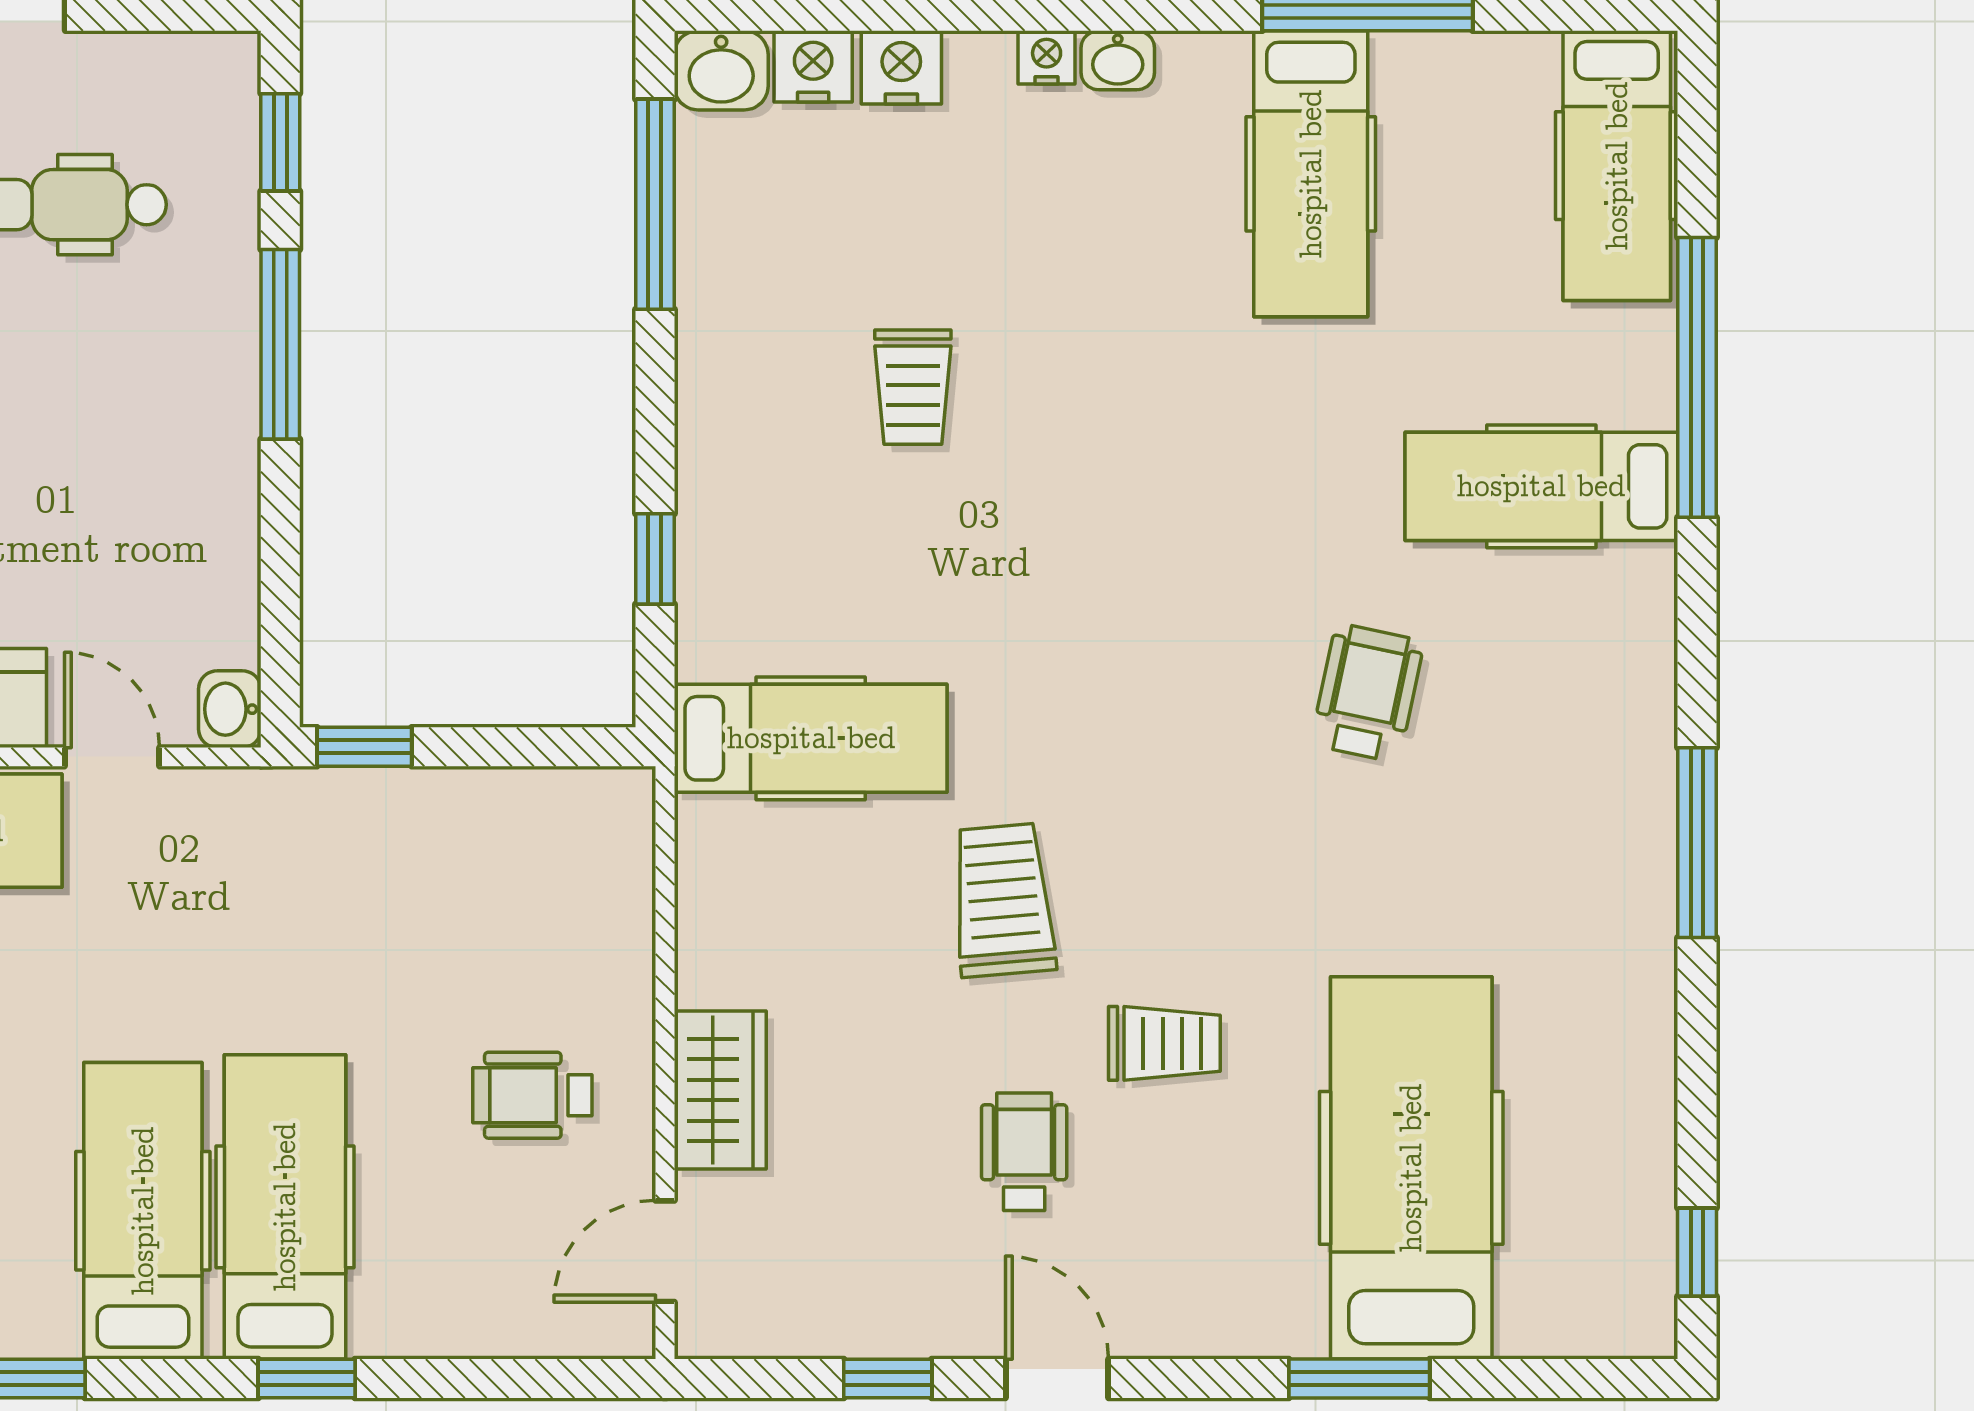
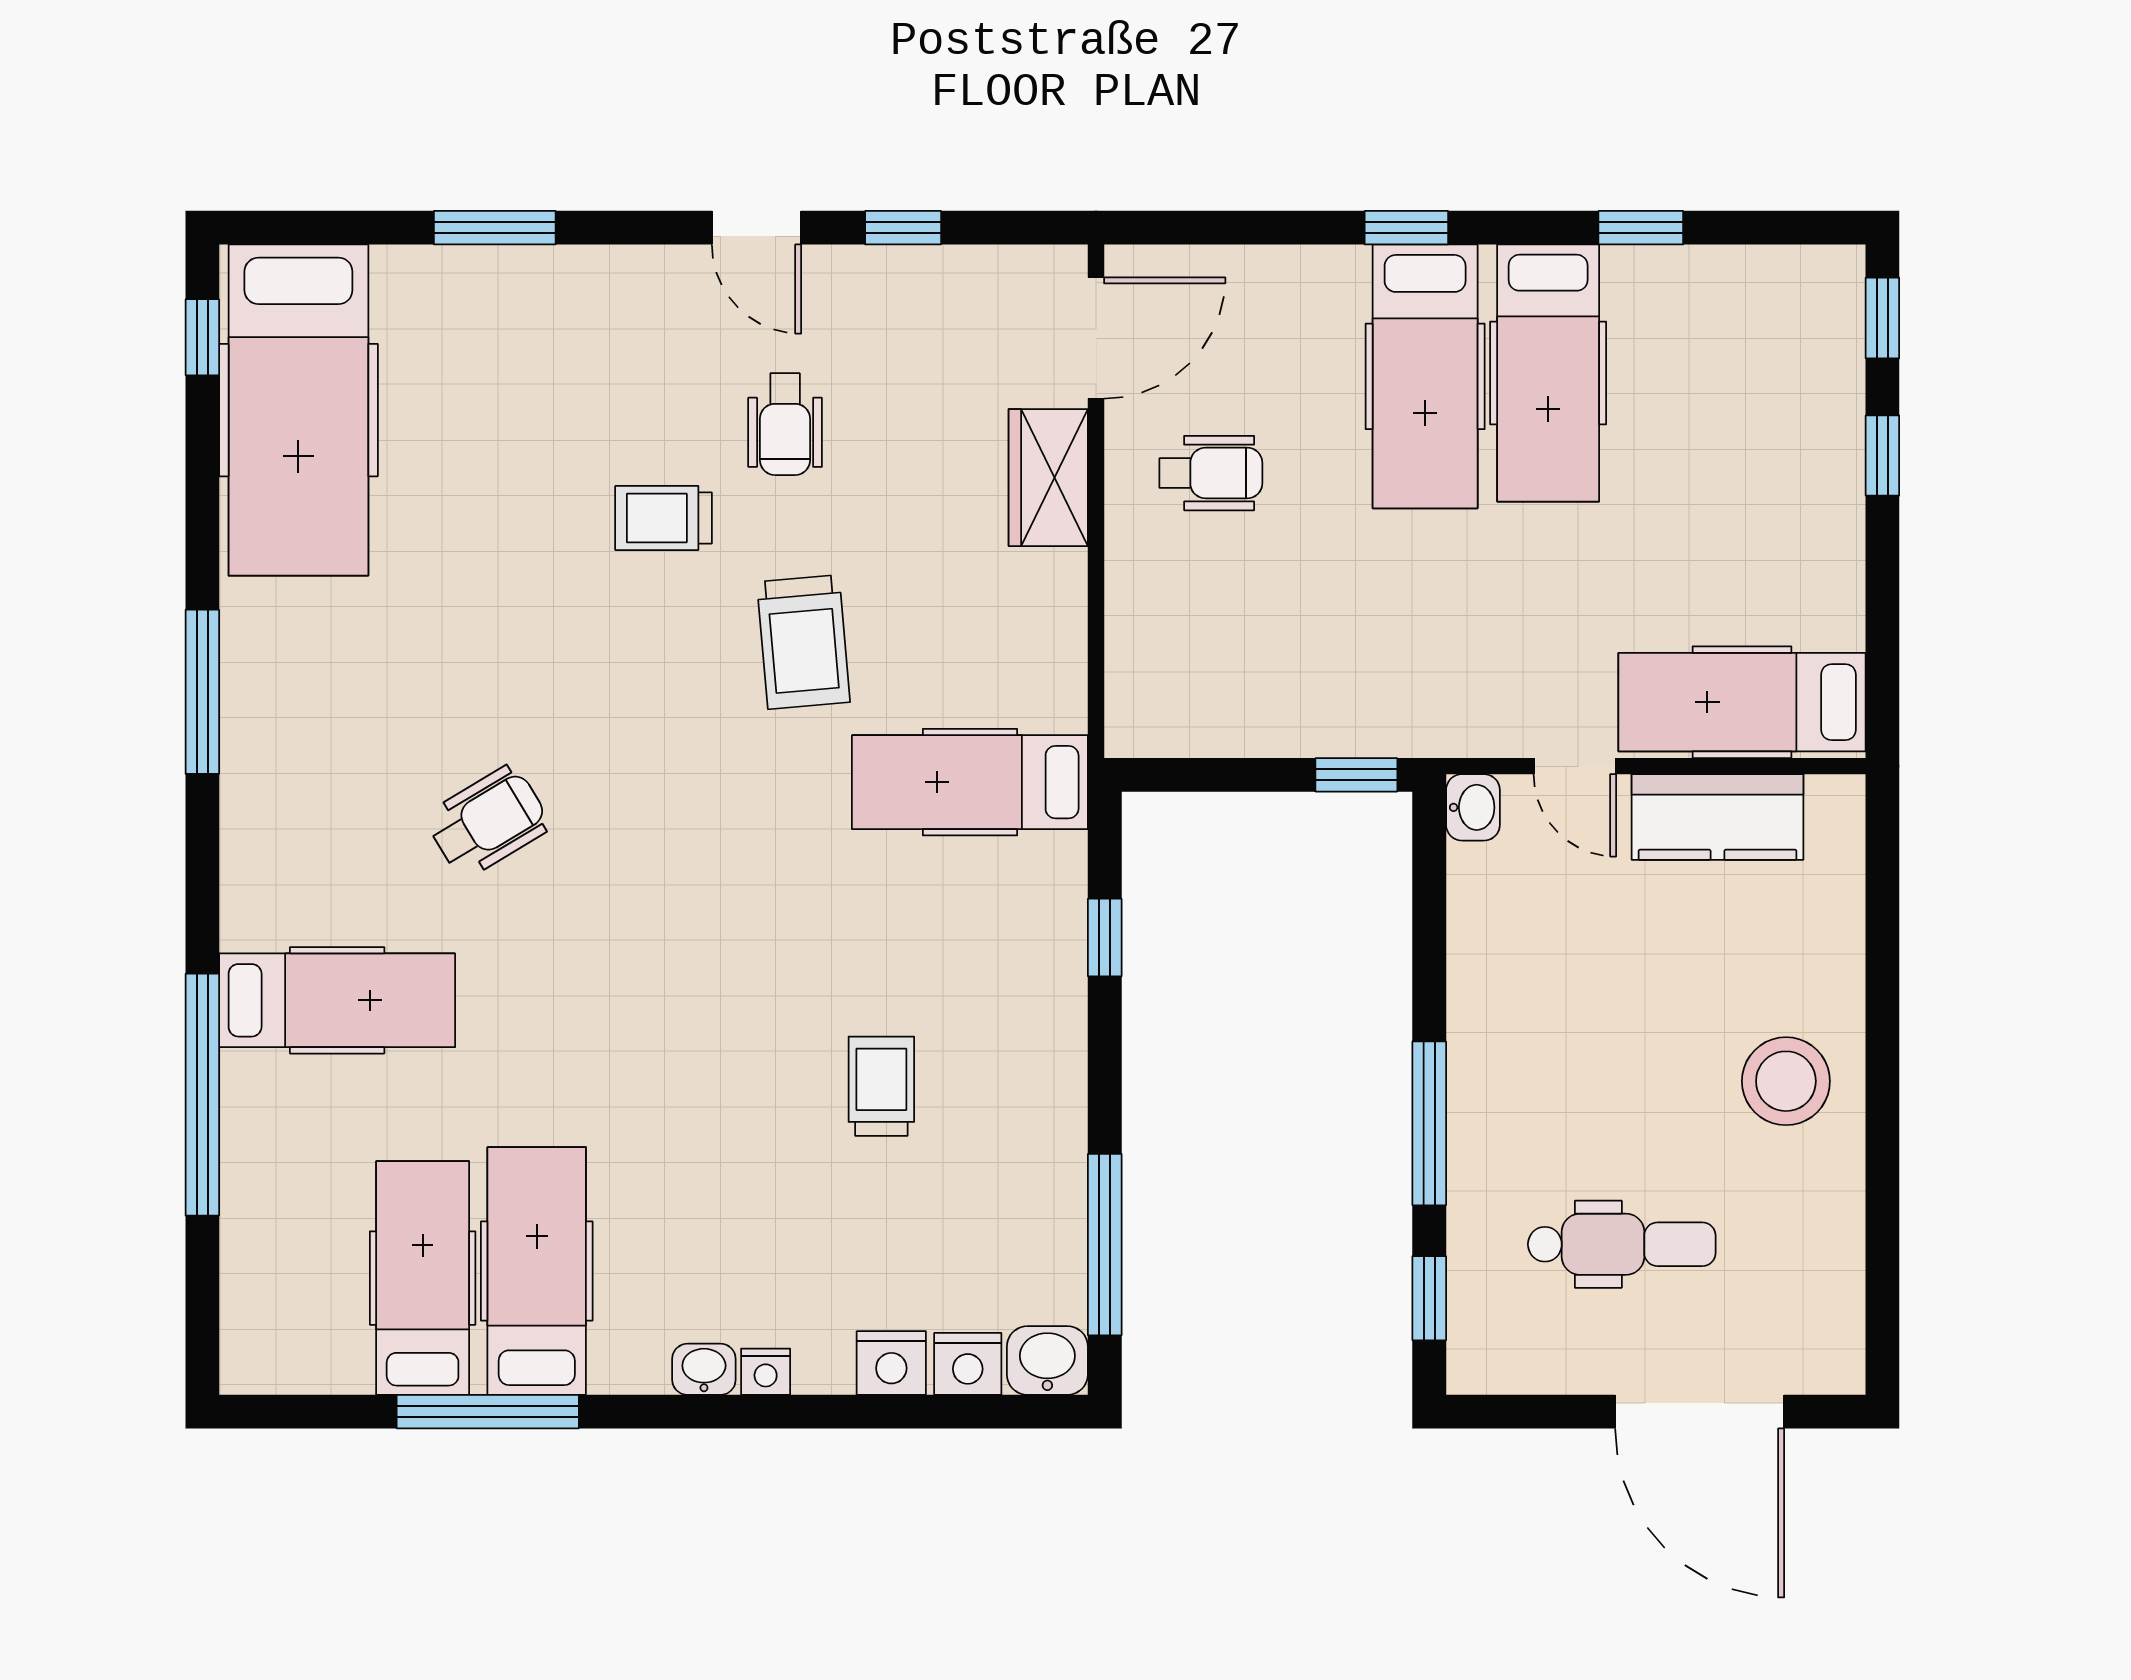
hospital bed: (1617, 166) -> (423, 1278), moved
wheelchair: (1367, 693) -> (488, 822), turned -133
hospital bed: (1411, 1168) -> (298, 410), moved
door: (665, 1251) -> (1096, 338), width x1.38

